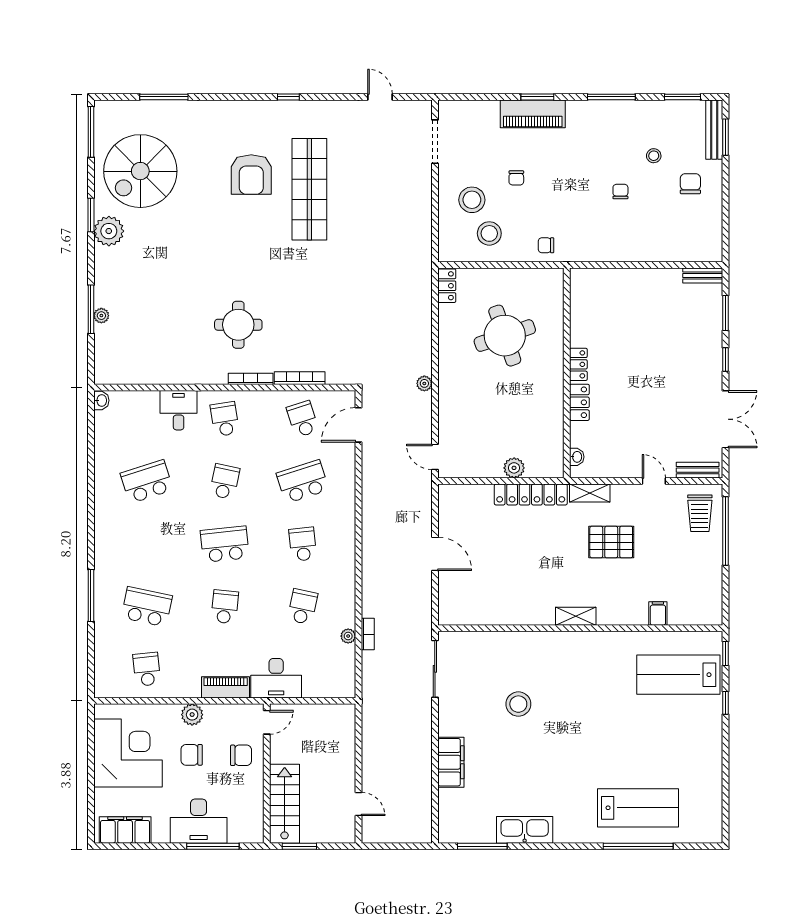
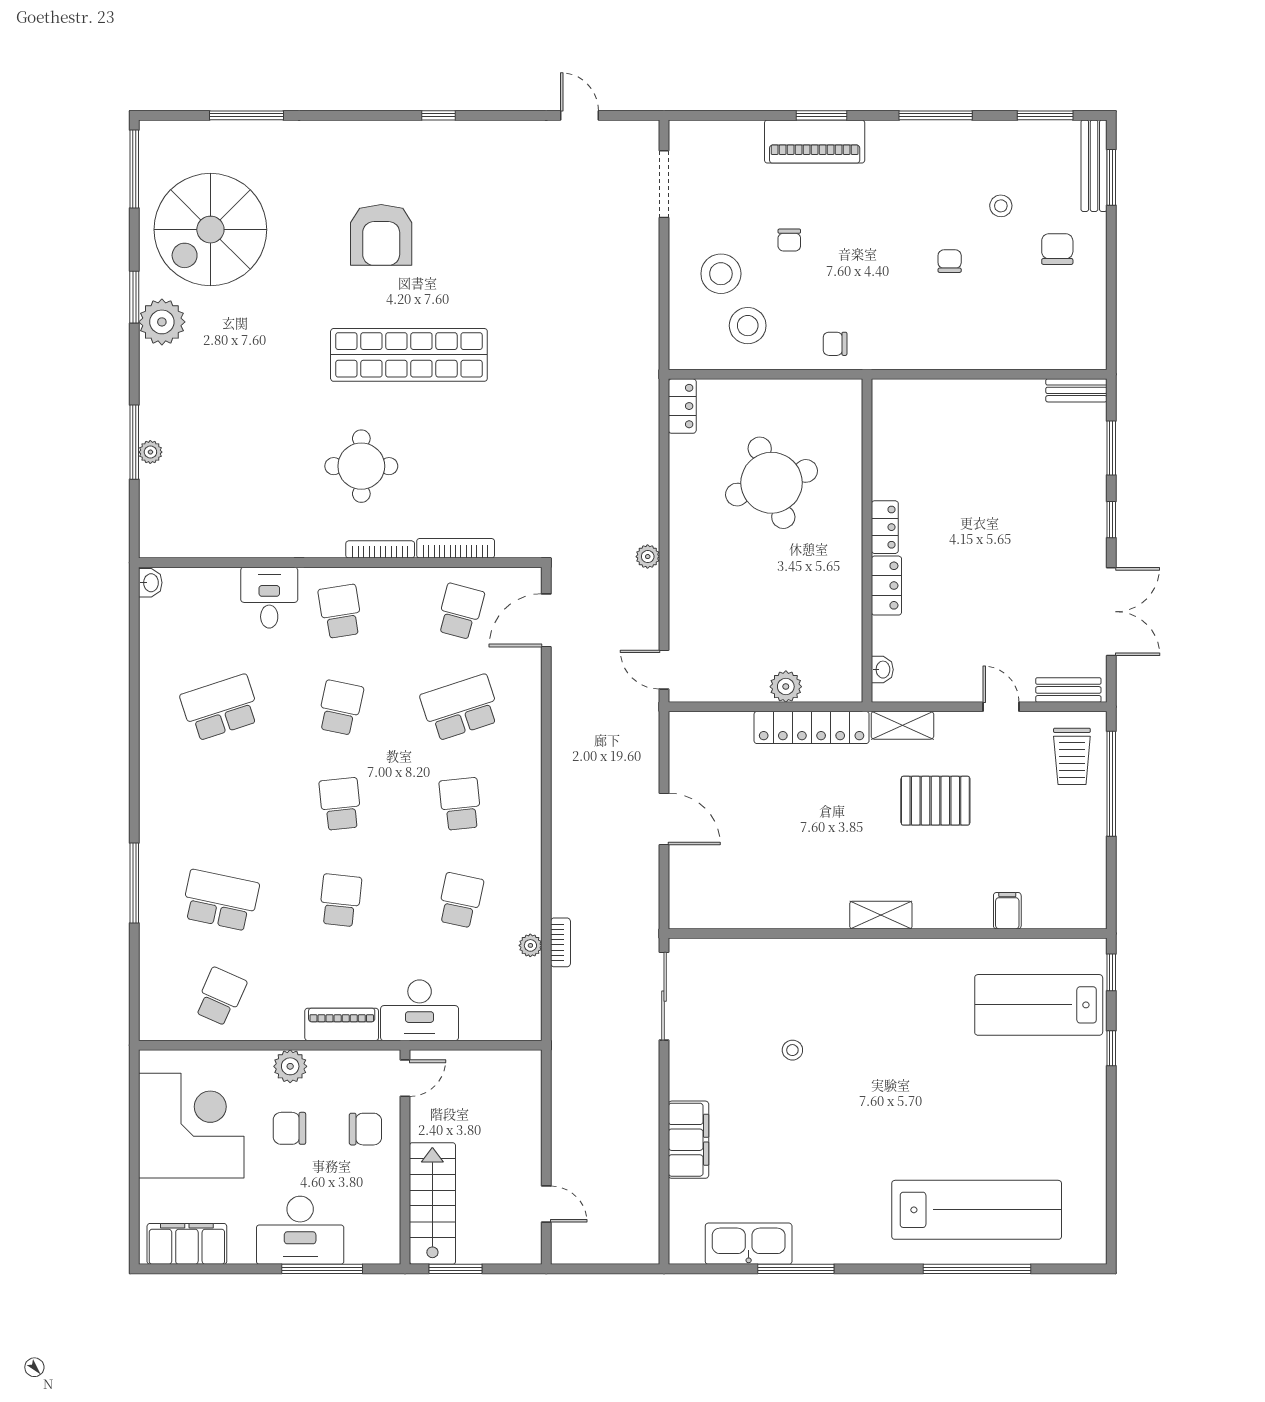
shop shelf: (309, 189) -> (409, 355), moved, turned 90
school desk: (303, 419) -> (460, 611), turned 33
school desk: (225, 544) -> (340, 804), width x0.54
school desk: (147, 669) -> (220, 997), turned 30
stool: (518, 704) -> (792, 1050), width x0.53, depth x0.53
lab bench: (638, 808) -> (977, 1210), width x1.36
kitchen sink: (525, 830) -> (749, 1244), moved
window: (482, 846) -> (796, 1269), moved

